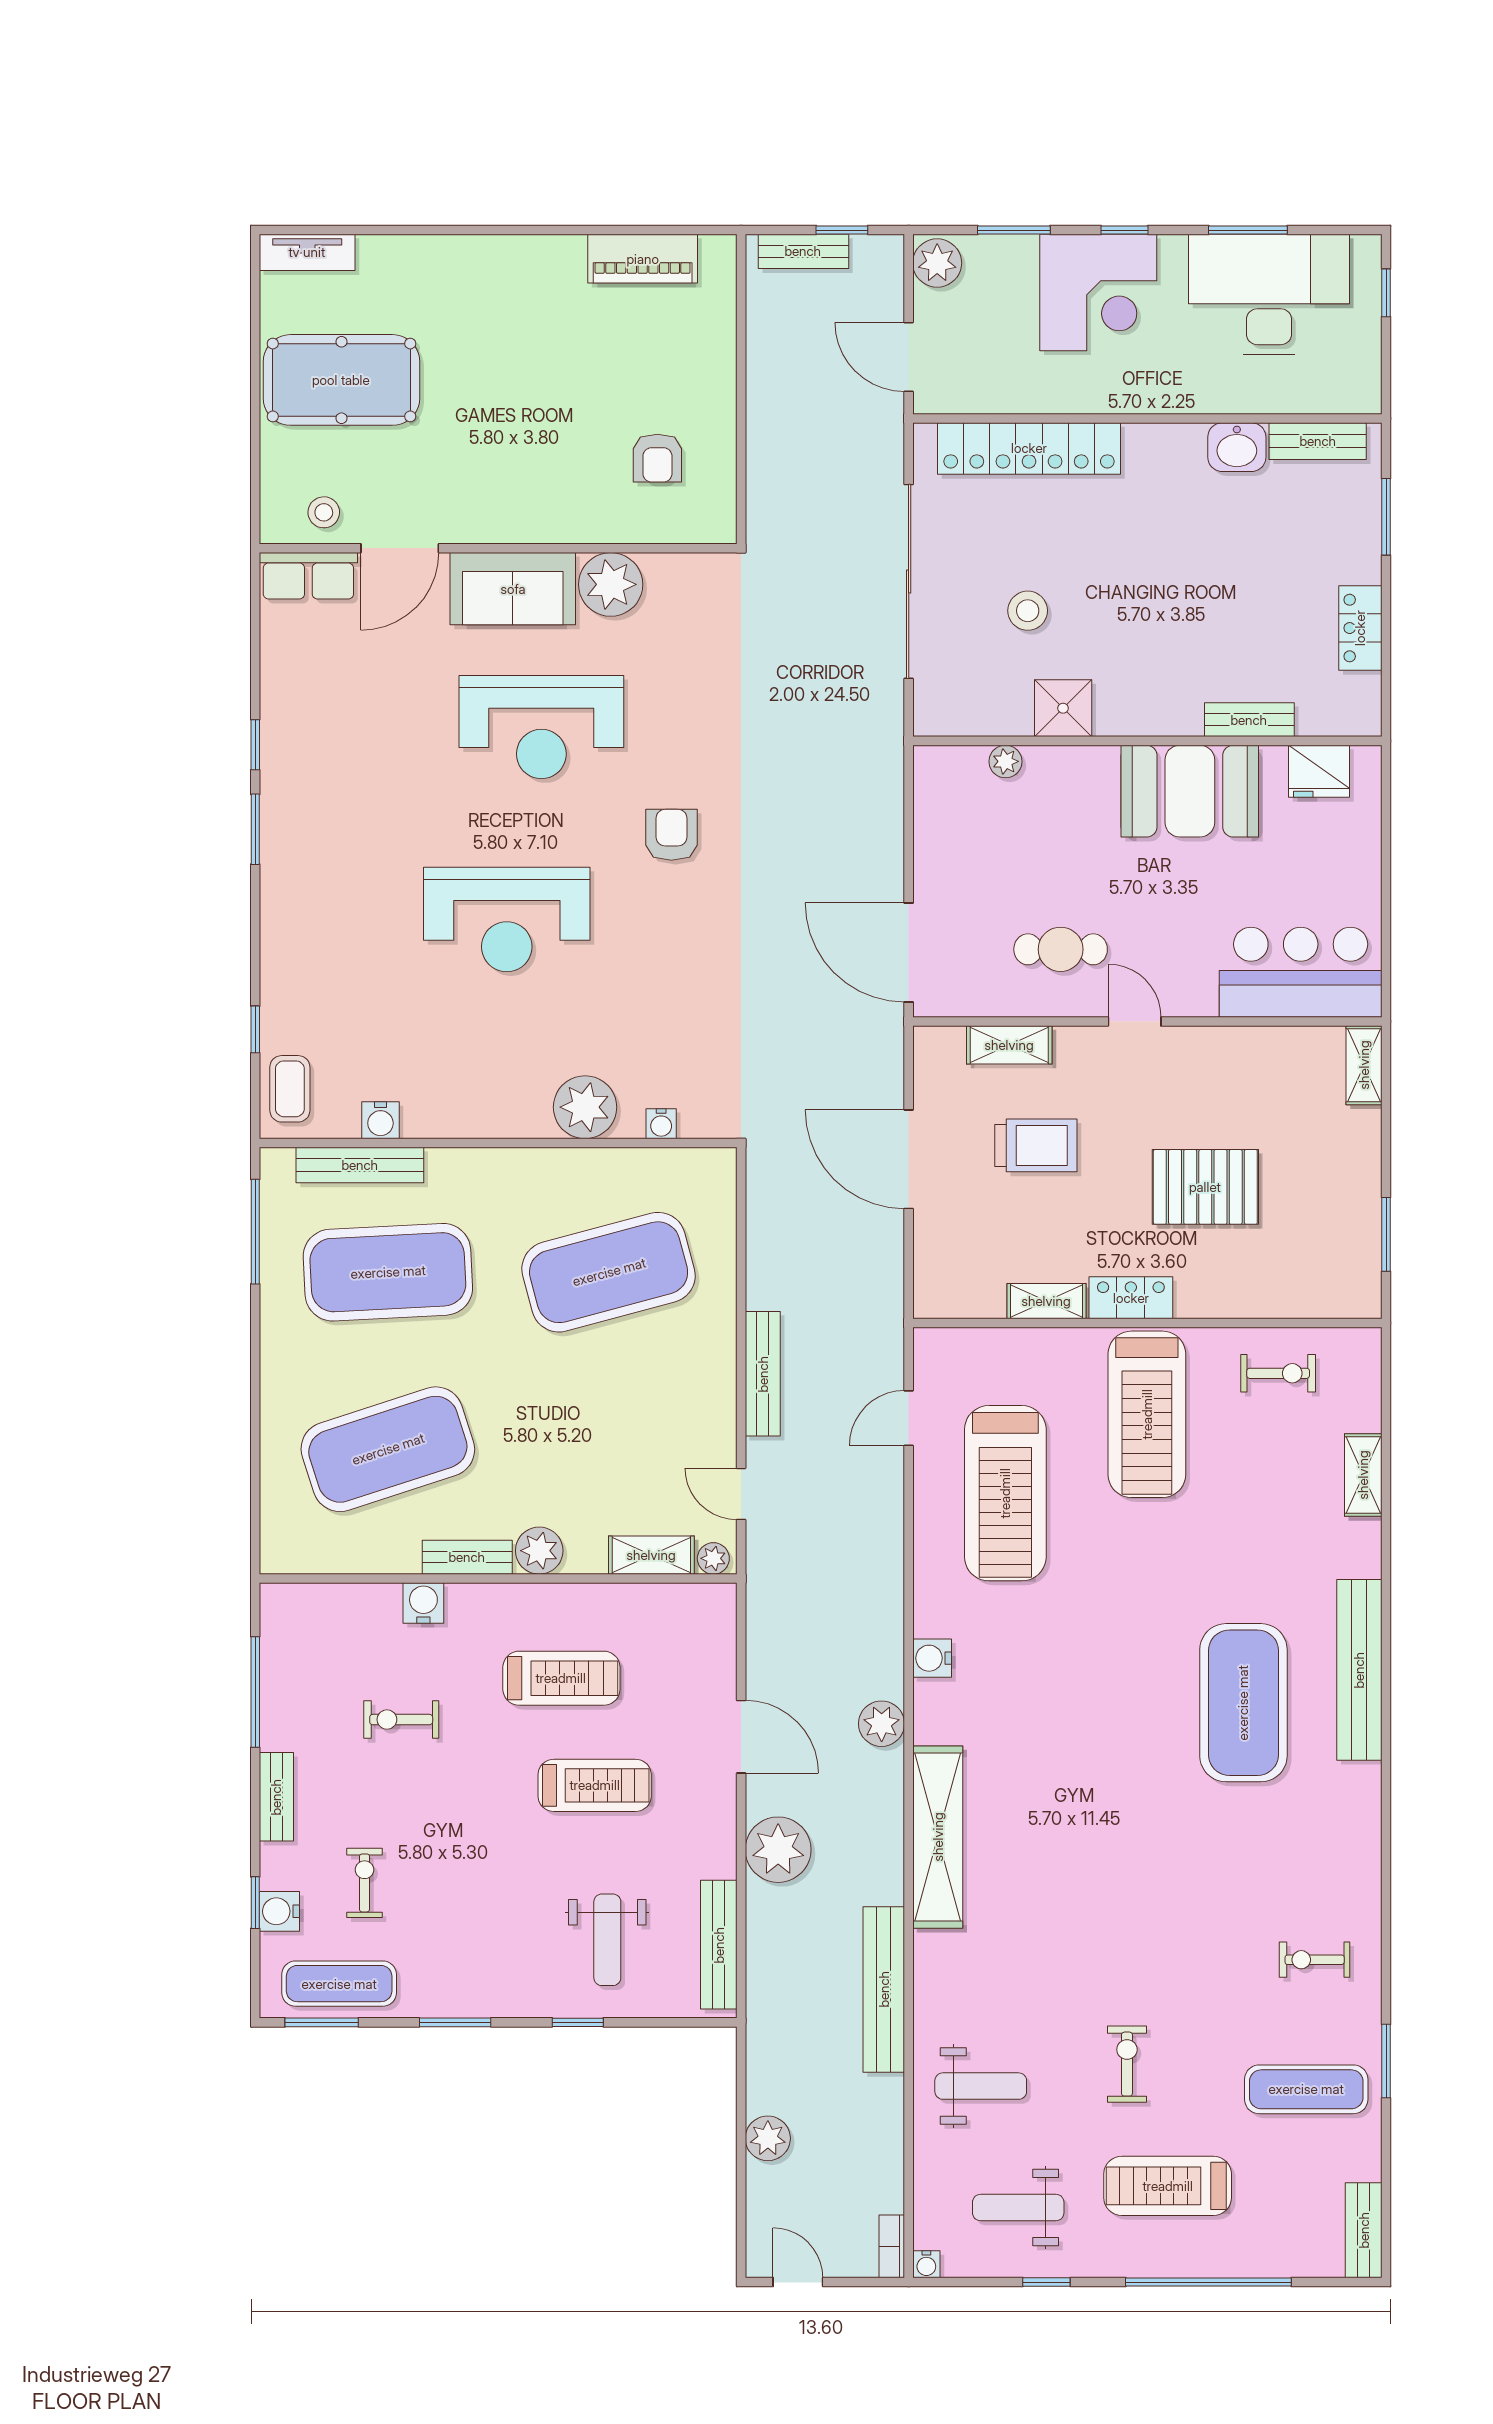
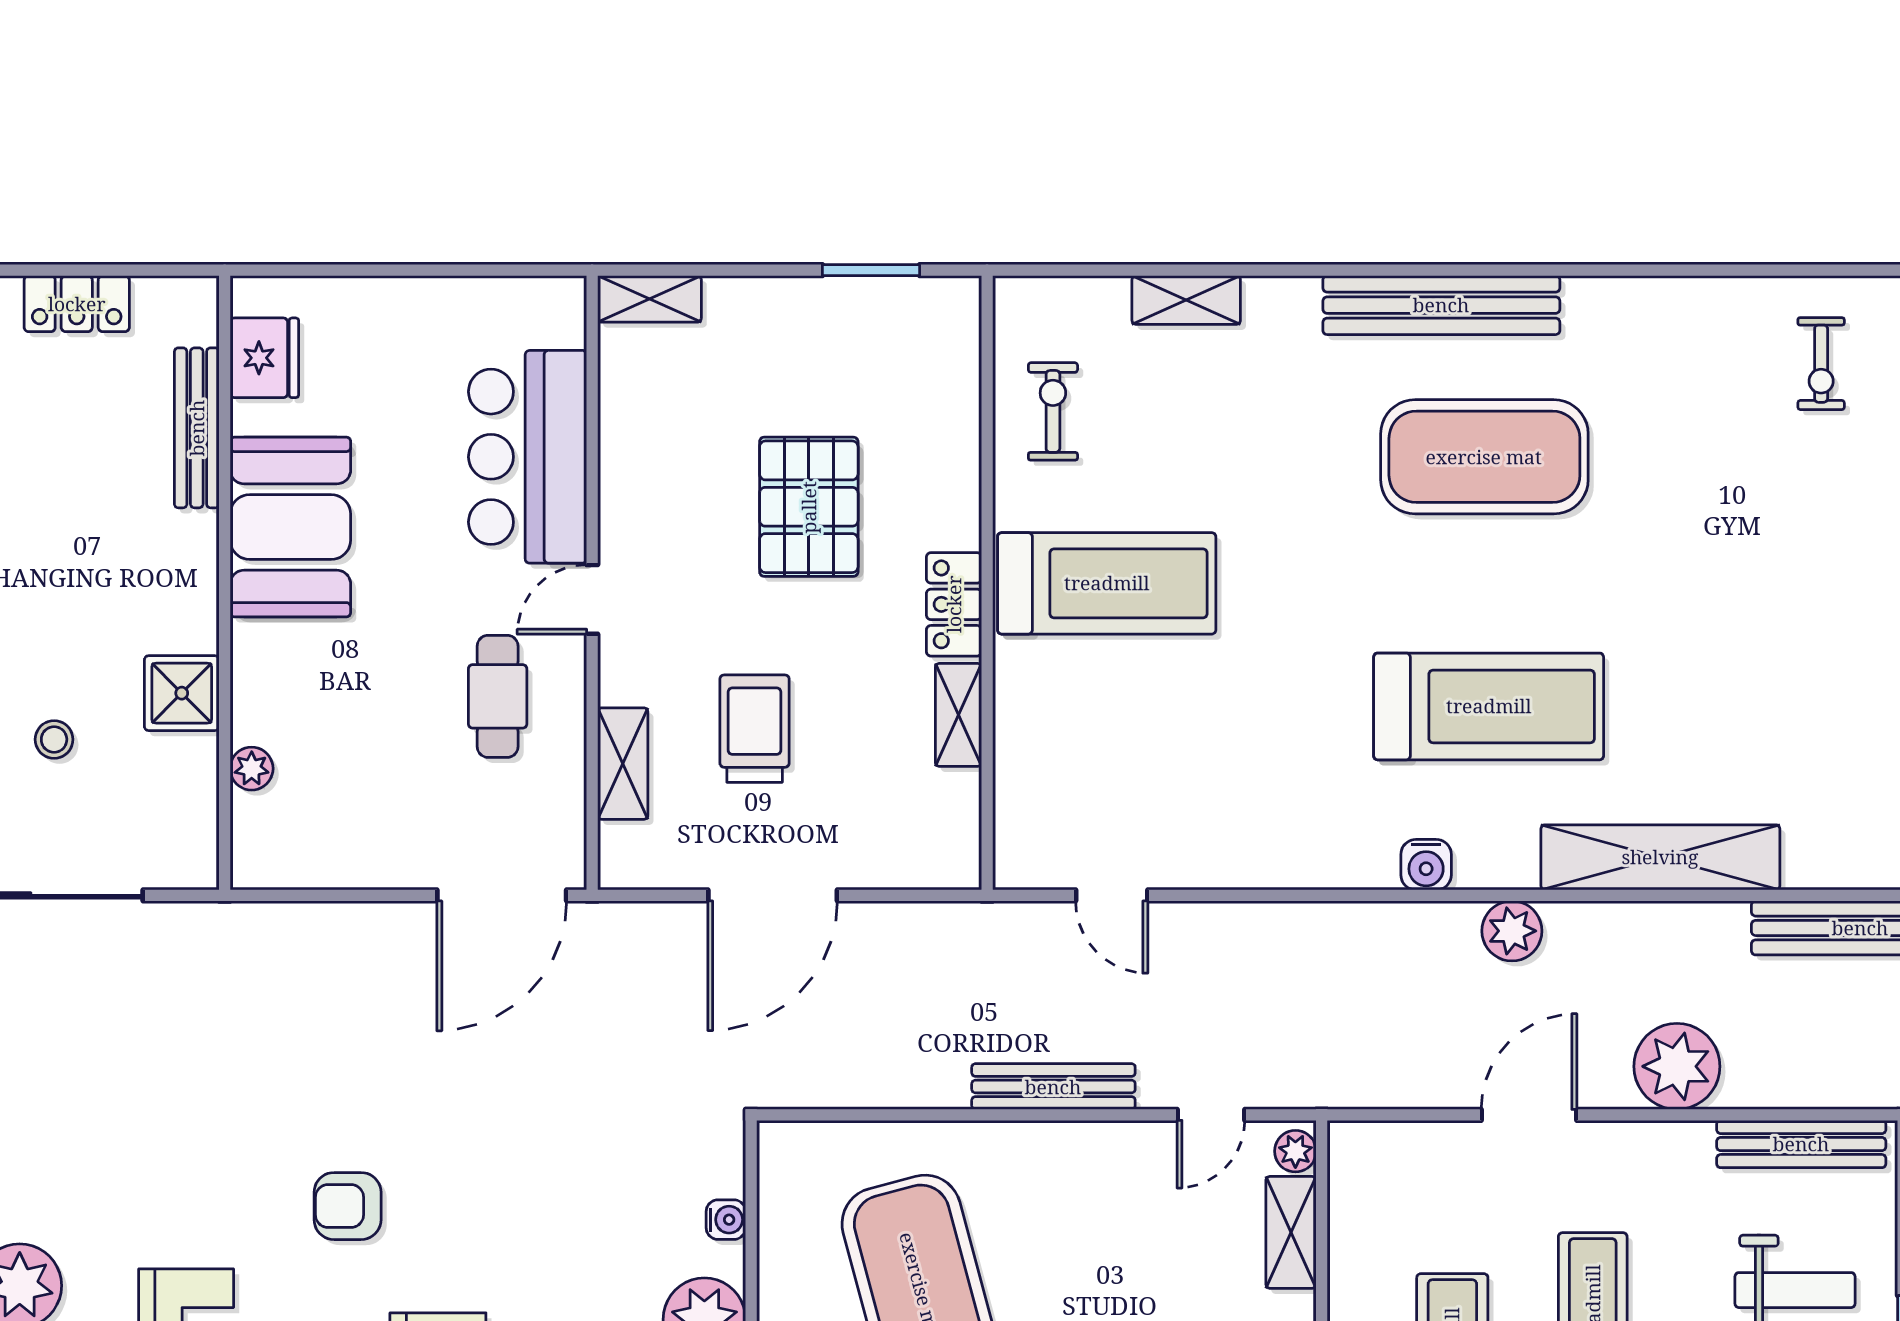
stool: (1028, 611) -> (54, 739), width x0.73, depth x0.73
bench: (1249, 720) -> (197, 428), width x1.36
bar counter: (1301, 972) -> (528, 457), moved
treadmill: (1005, 1493) -> (1489, 706), moved

